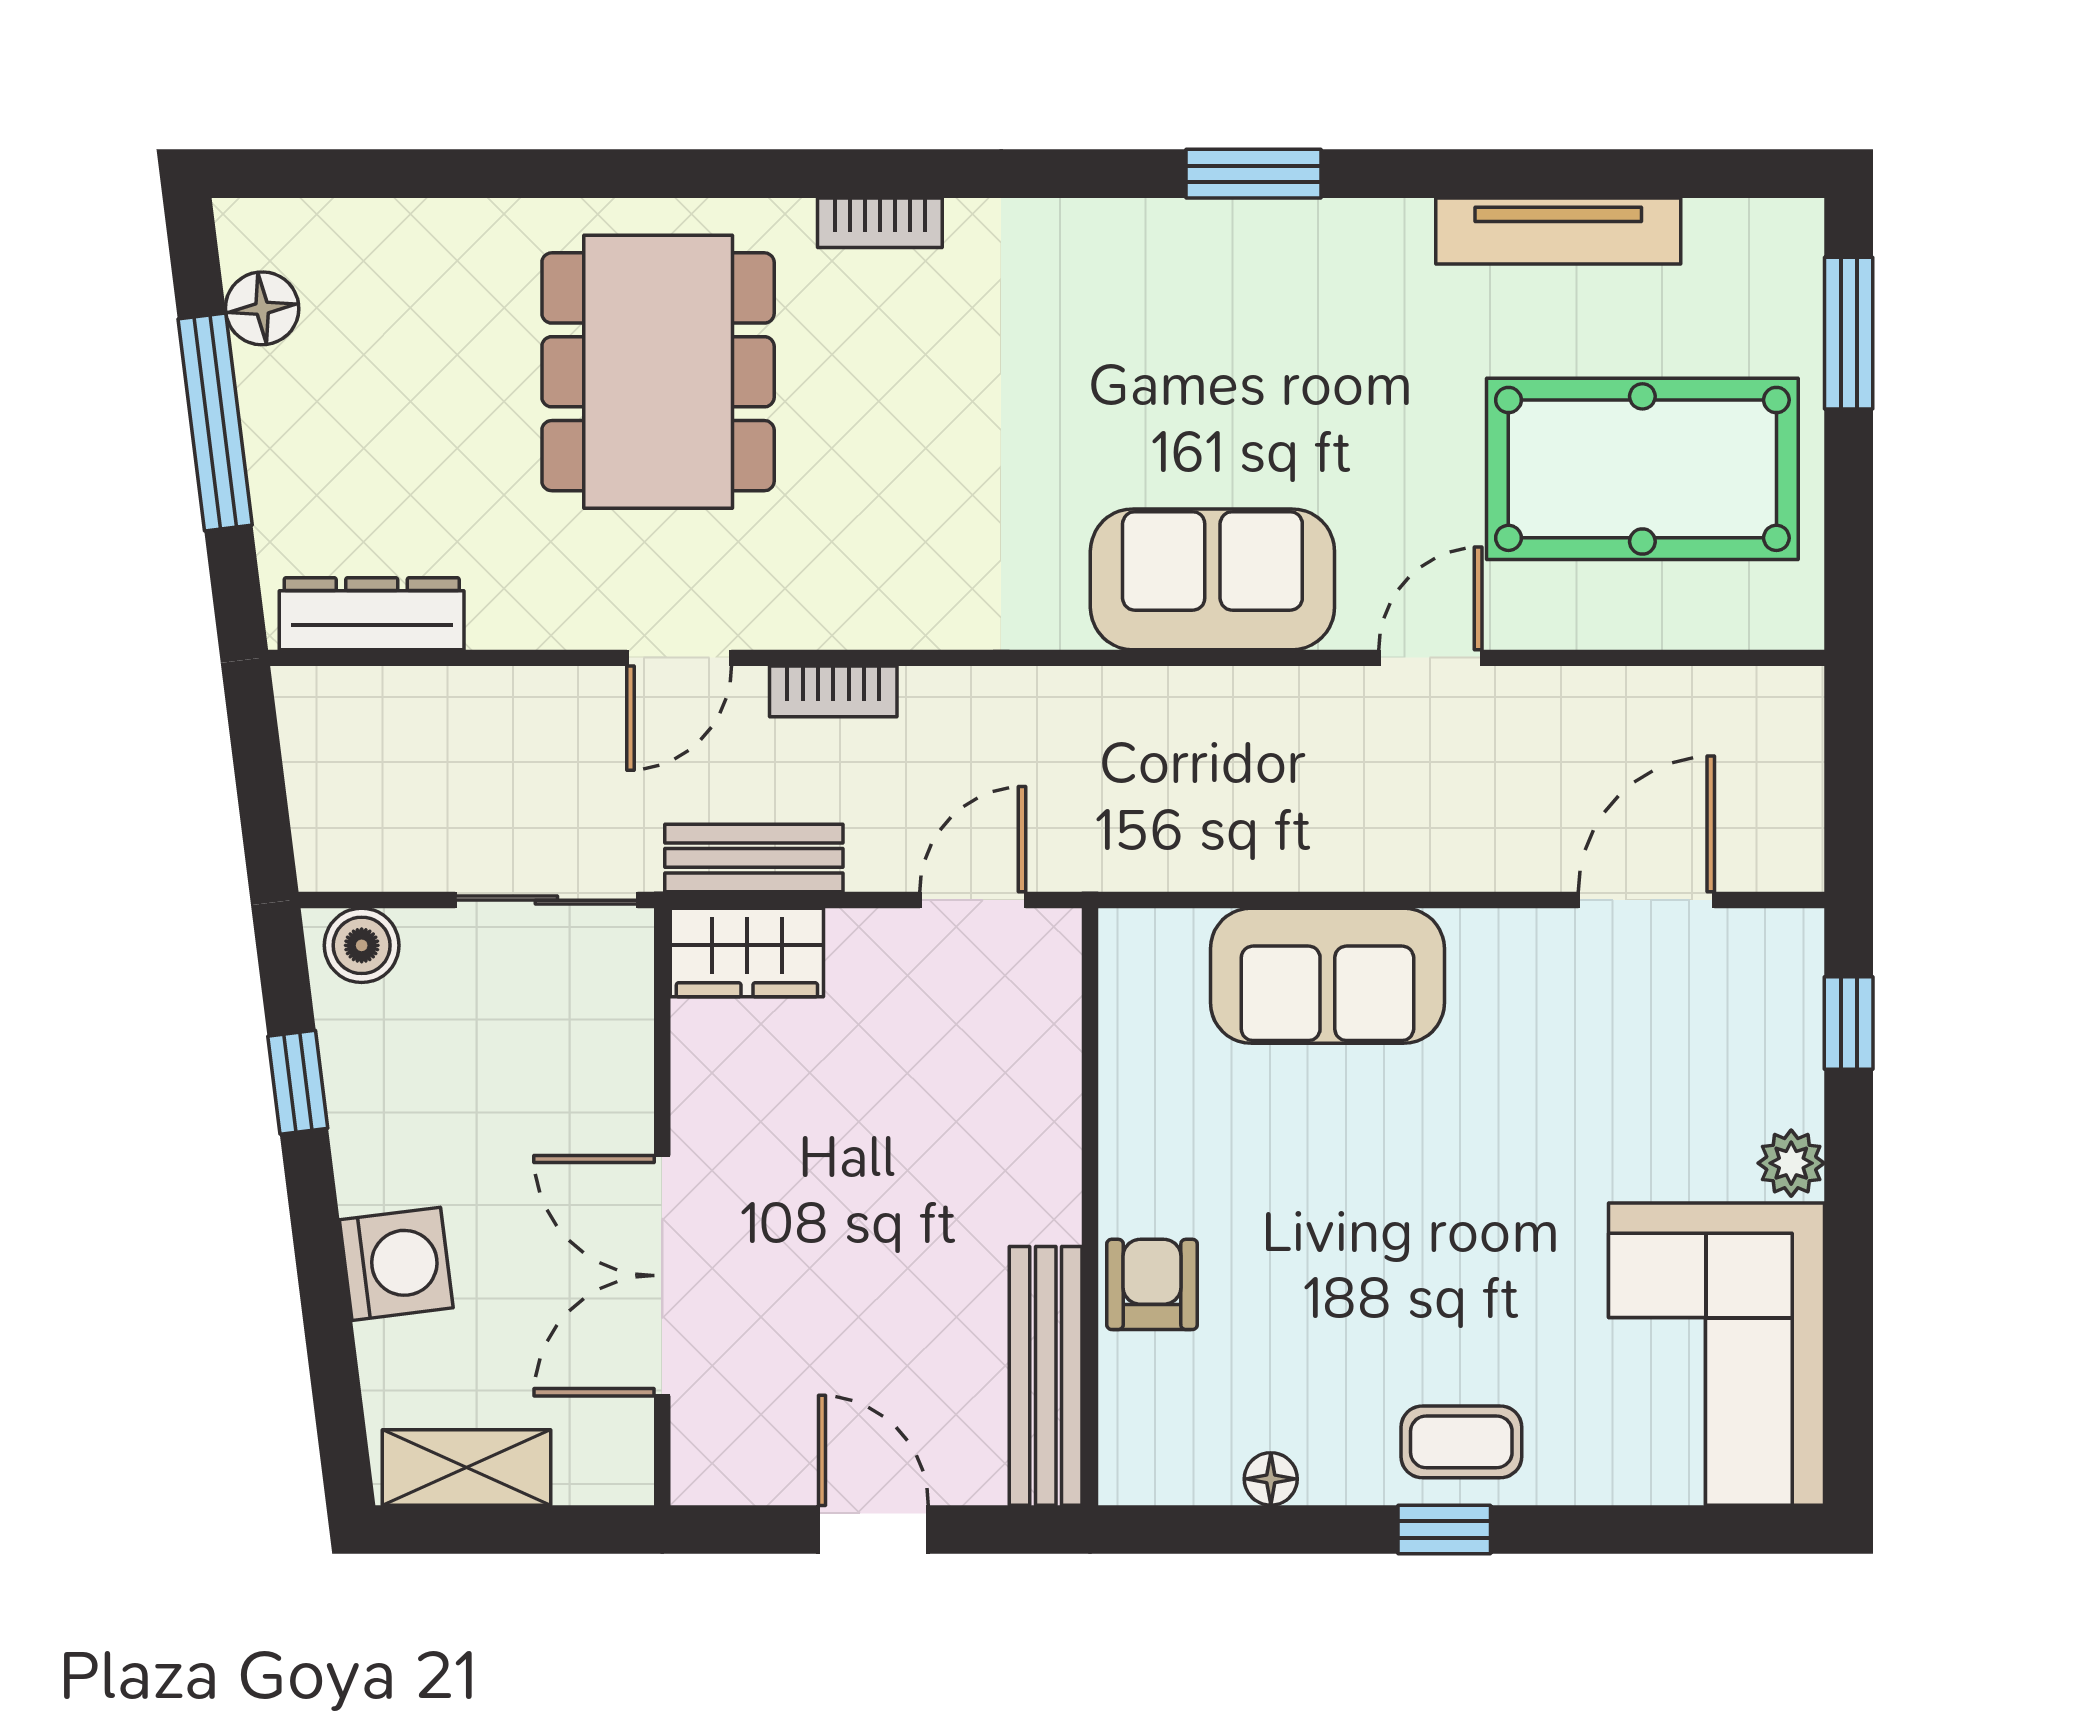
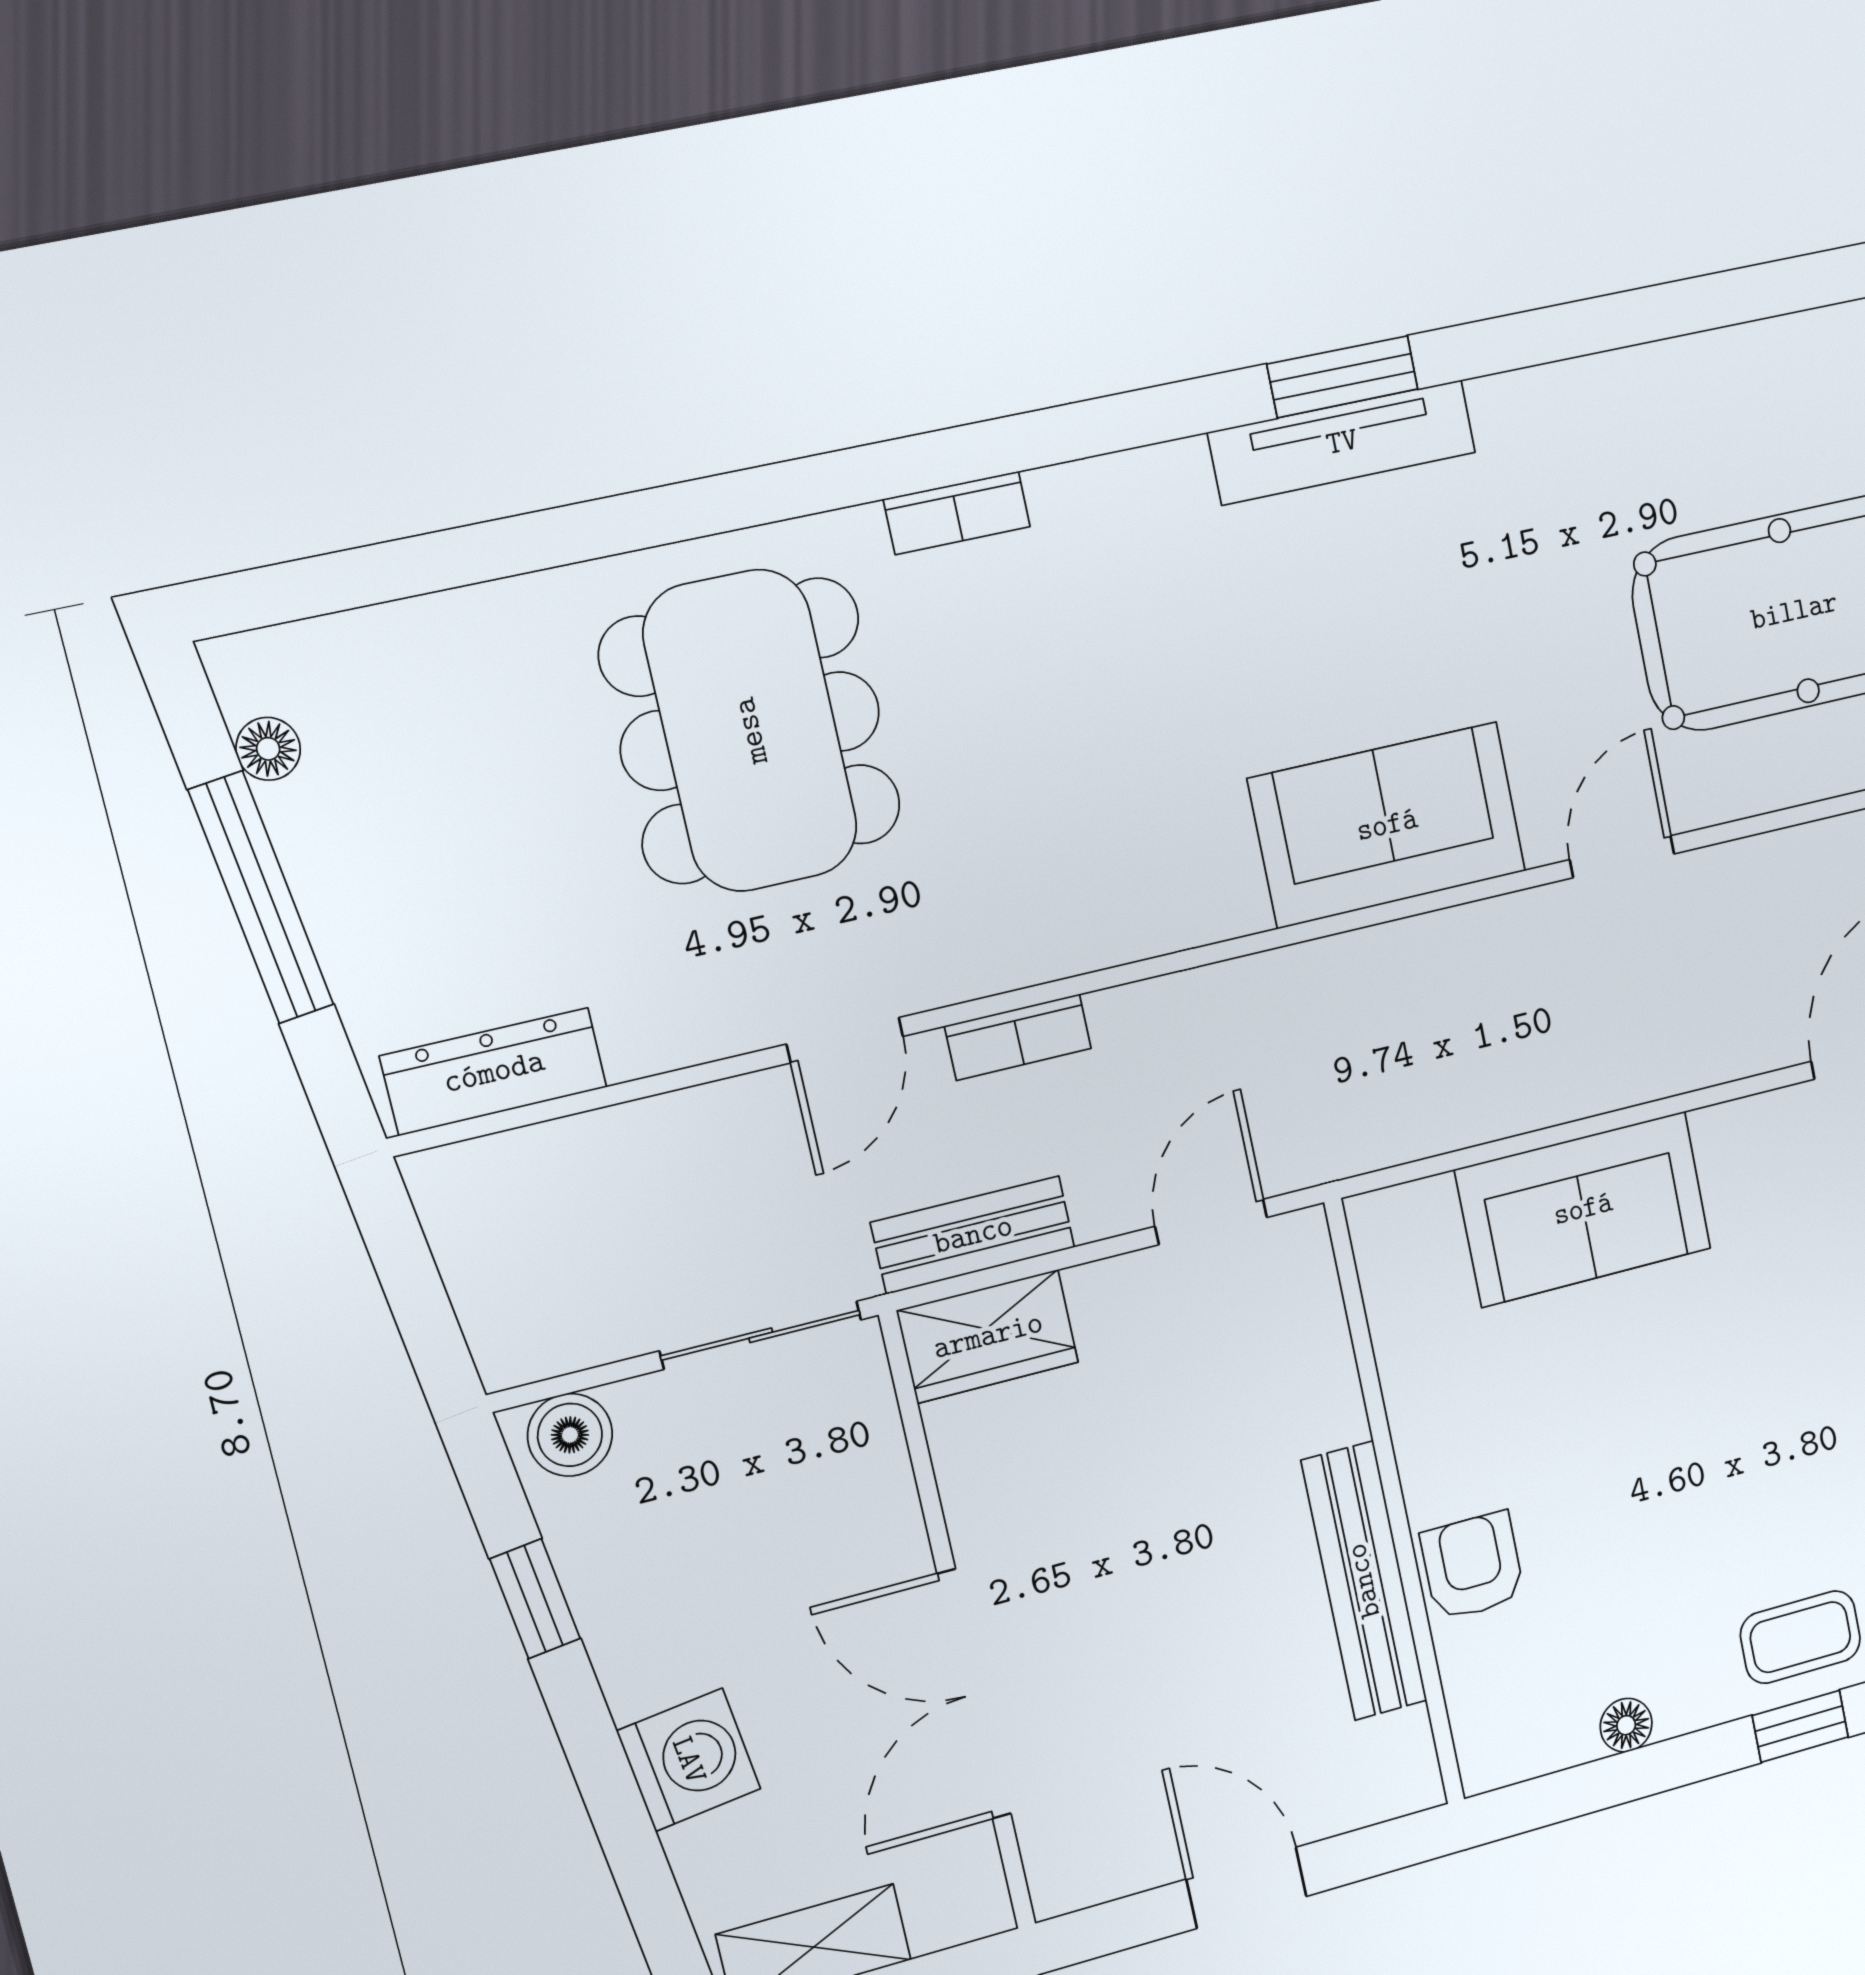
tv unit: (1558, 231) -> (1342, 442), moved
floor lamp: (262, 308) -> (268, 749), width x0.73, depth x0.73
bench: (1046, 1376) -> (1364, 1581), moved

